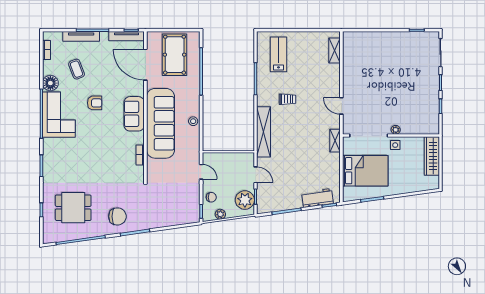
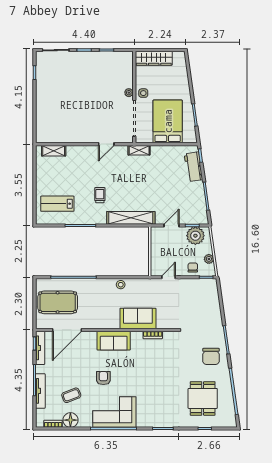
floor lamp: (50, 83) -> (70, 420), moved
sofa: (160, 123) -> (138, 318), width x0.54, depth x0.79
chair: (117, 216) -> (211, 356), turned 180

